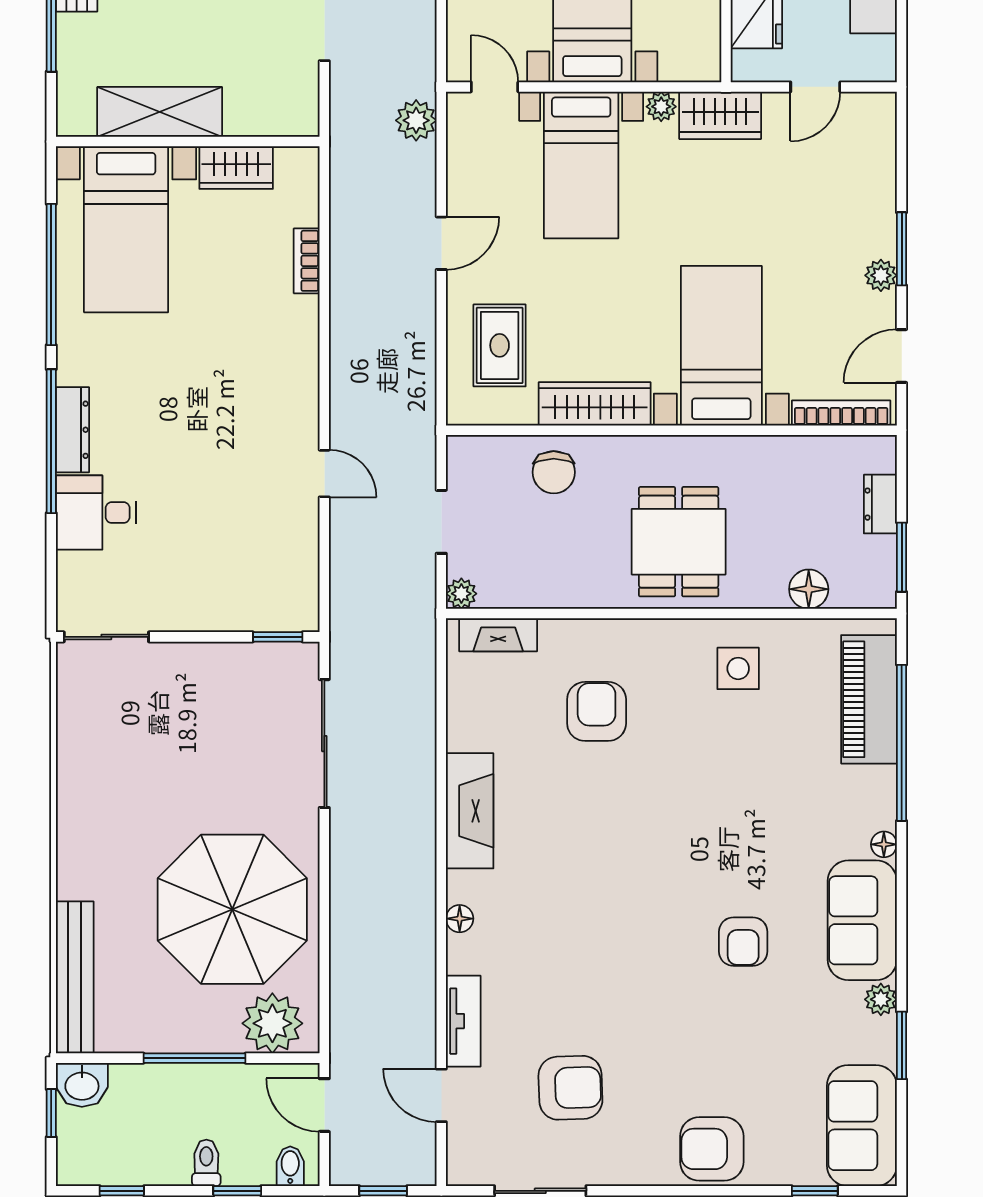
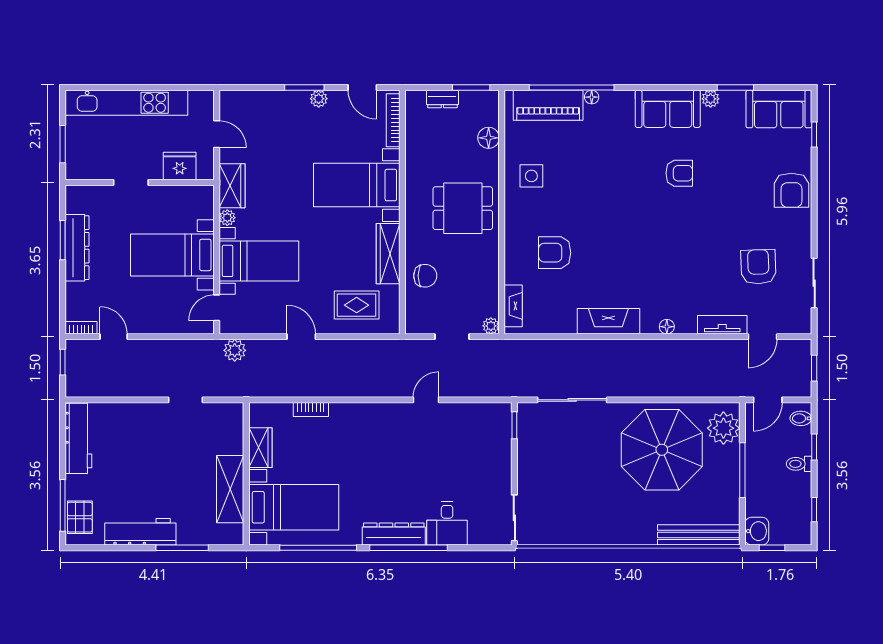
dresser: (73, 430) -> (394, 534), width x1.37, depth x1.24
floor lamp: (884, 844) -> (592, 97), moved

